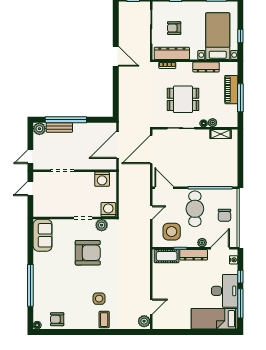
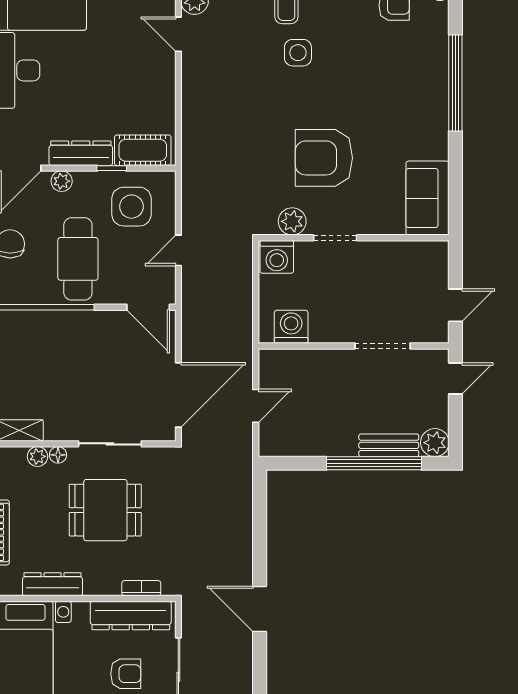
door: (117, 145) -> (256, 406), width x0.53
door: (151, 307) -> (178, 34), hinge flipped

